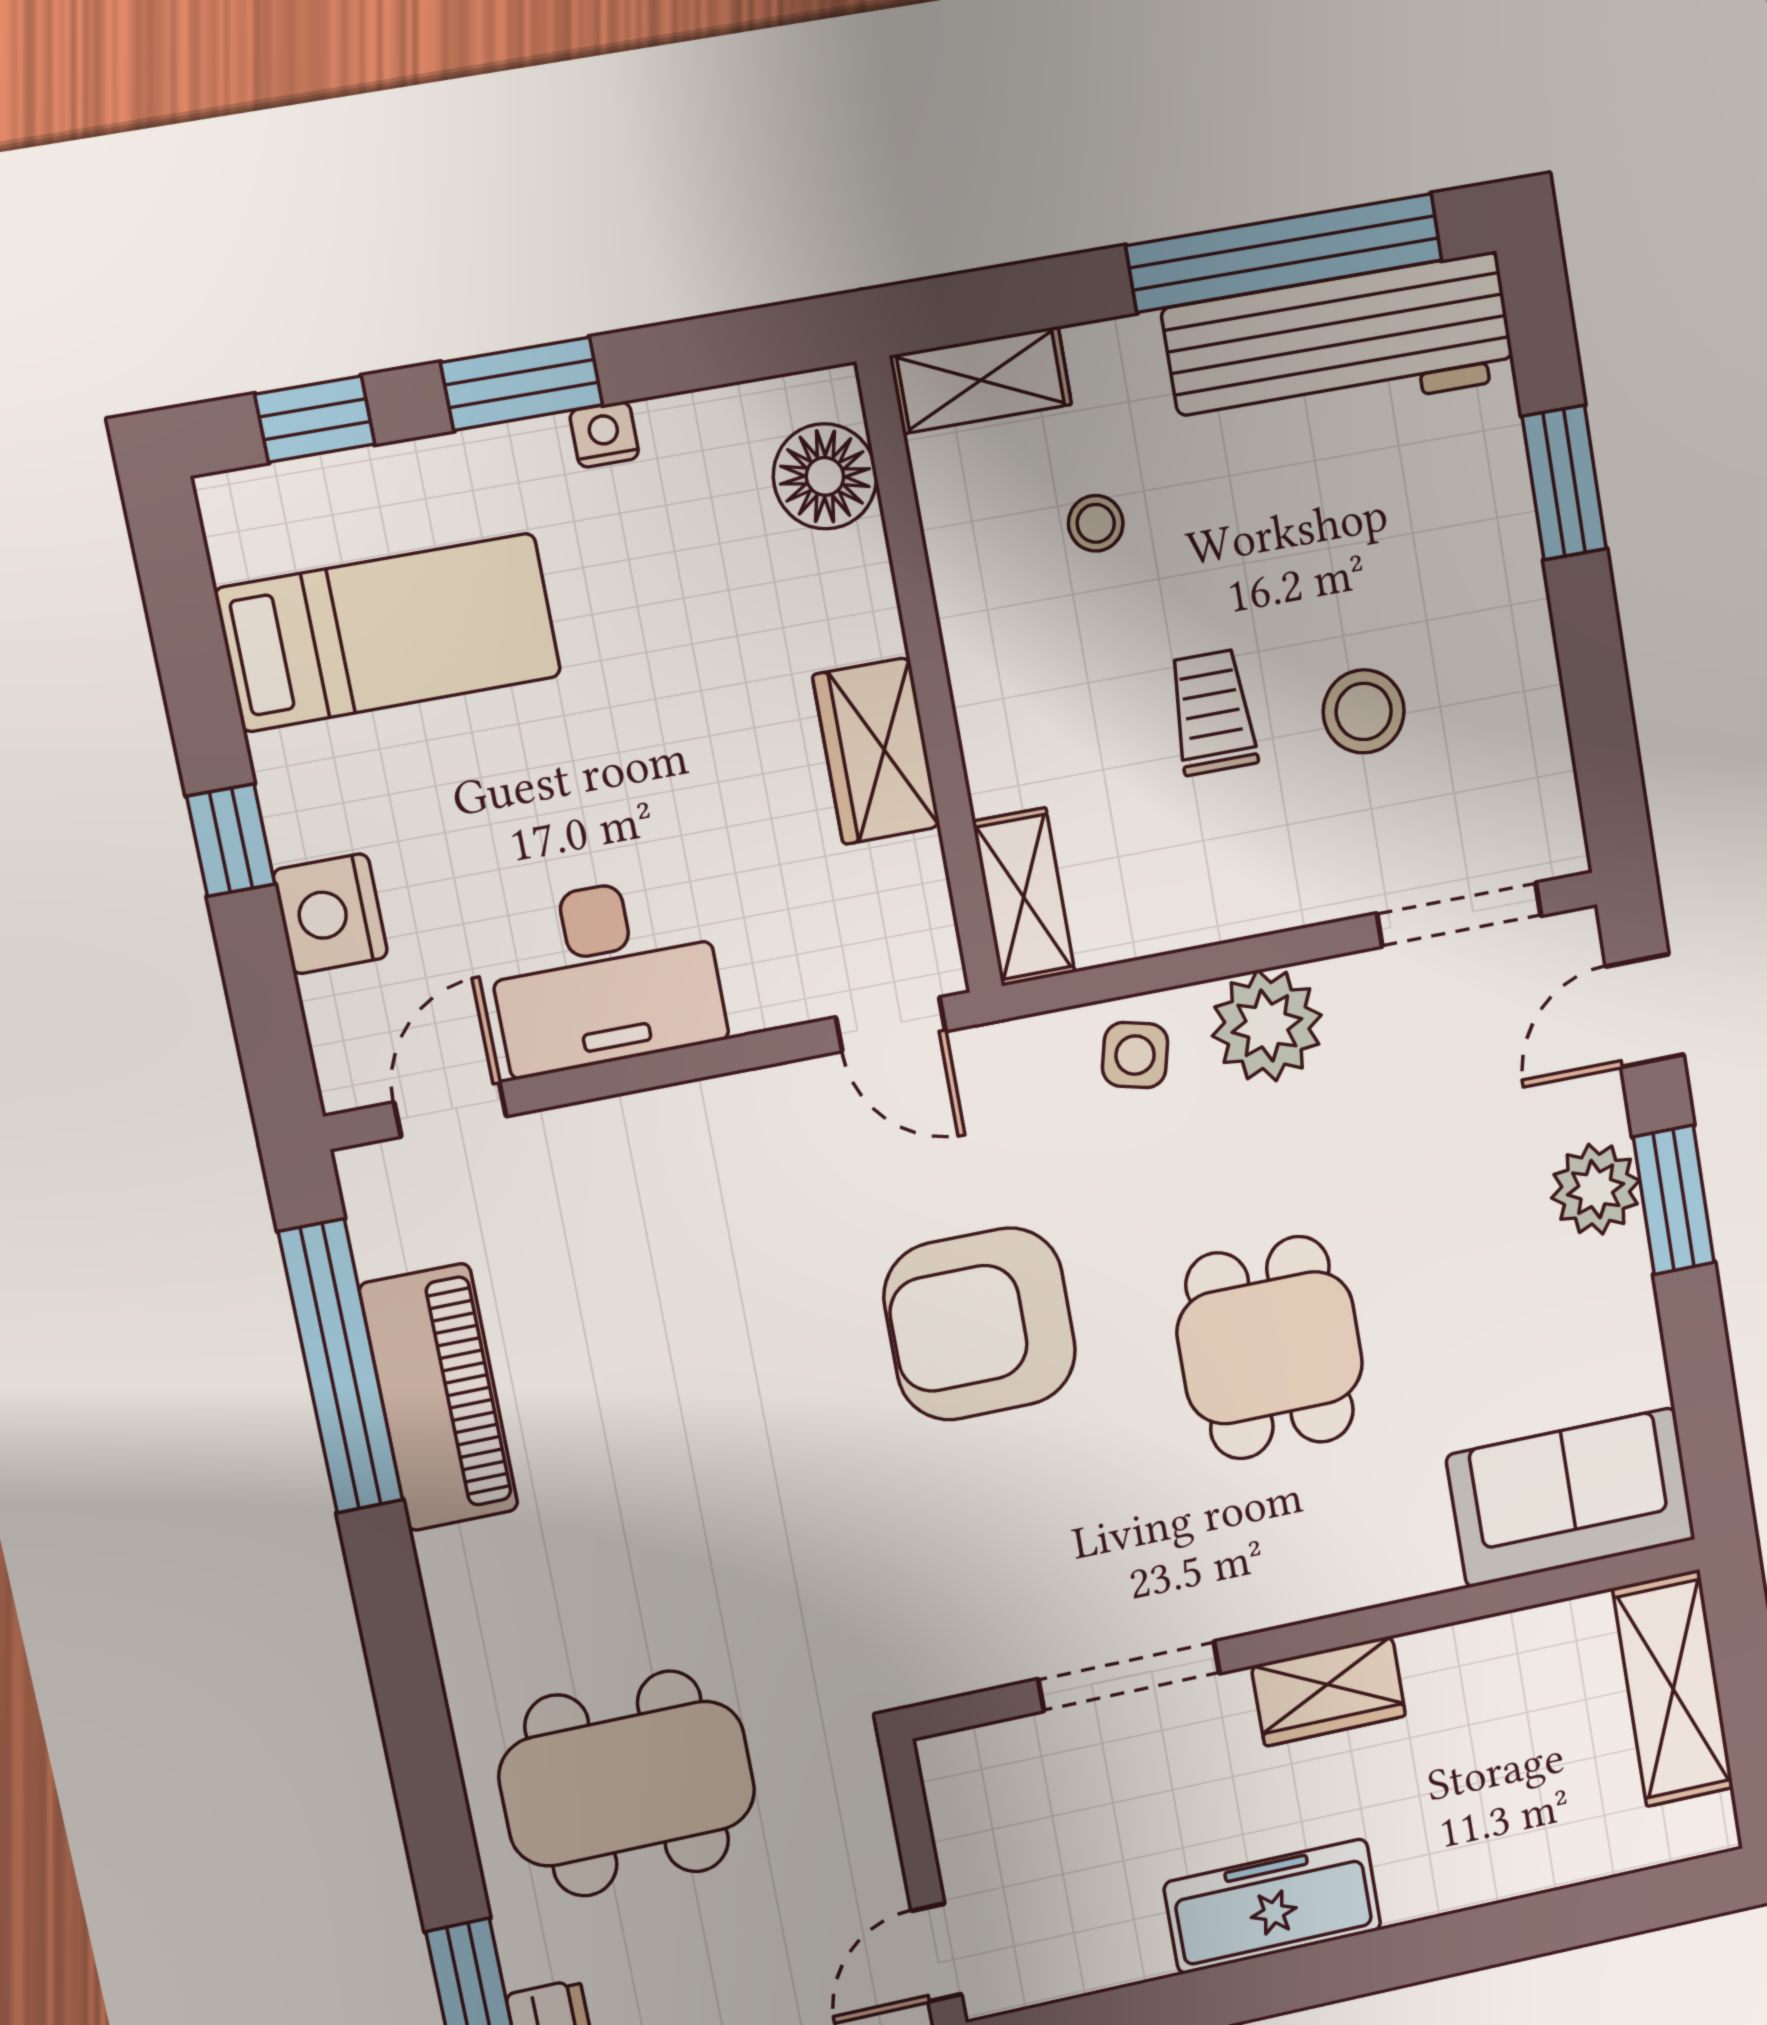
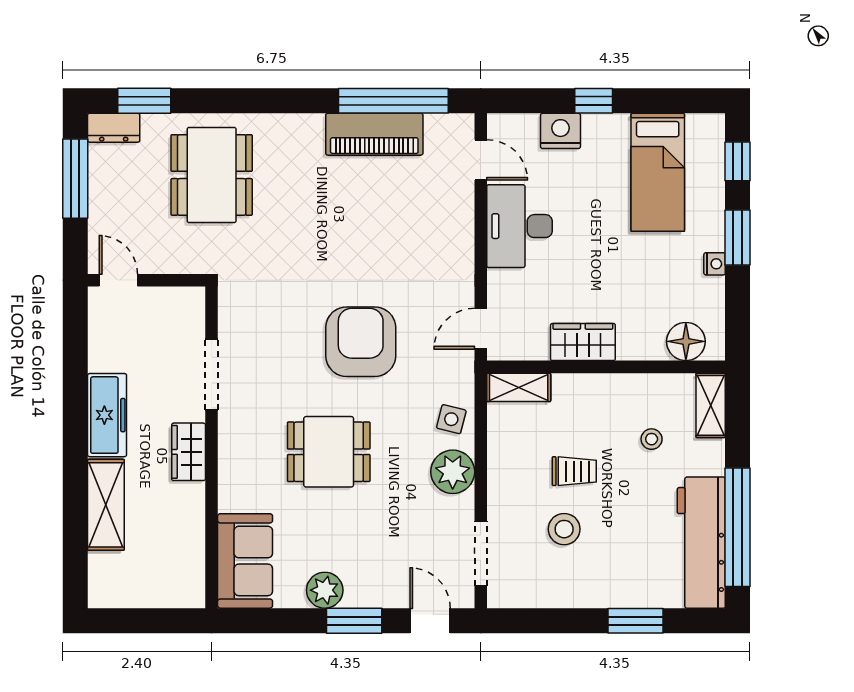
plant: (1596, 1189) -> (325, 590), moved
shelving: (1673, 1689) -> (106, 505), moved, turned 90

